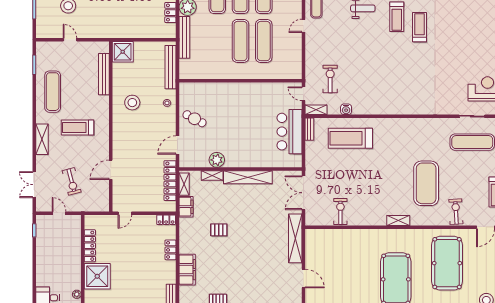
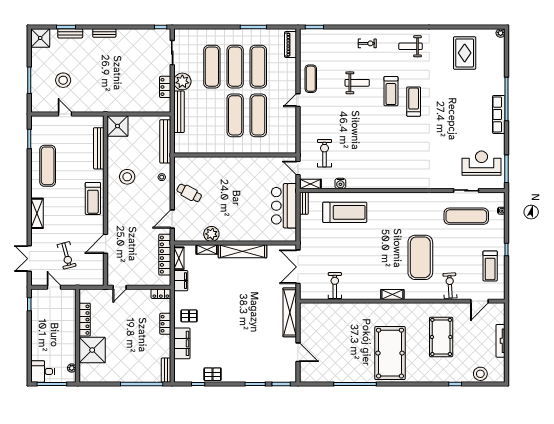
treadmill: (78, 128) -> (93, 198), moved, turned -90
treadmill: (350, 138) -> (345, 212), turned 180
pallet: (219, 230) -> (189, 316), moved
pool table: (447, 263) -> (441, 337), width x0.73, depth x0.76

